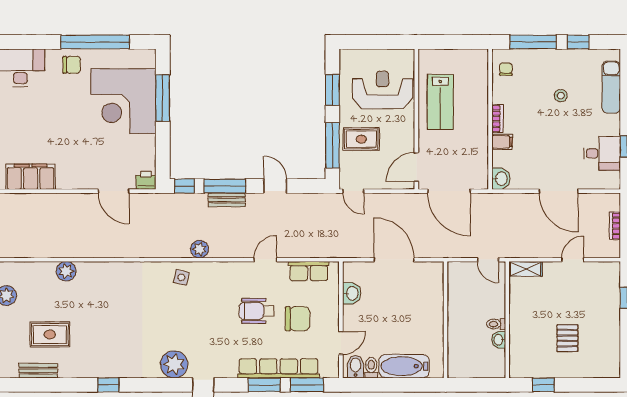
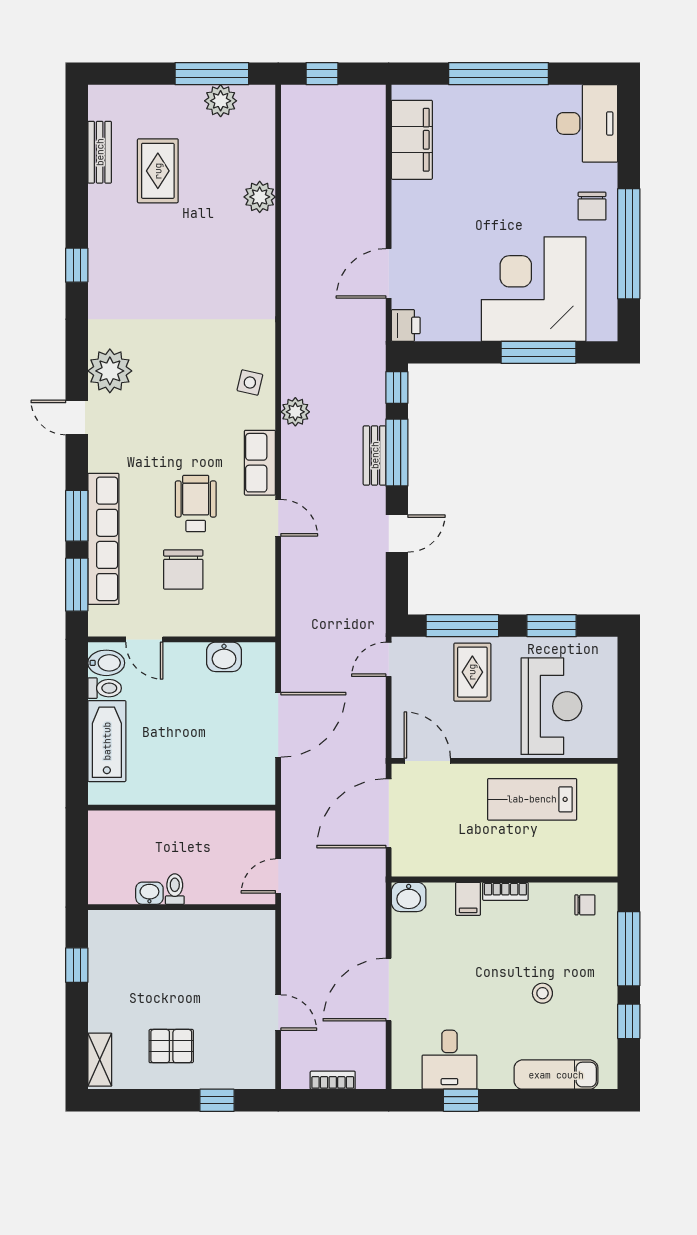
shelving: (525, 269) -> (100, 1060), moved
row of seats: (309, 271) -> (260, 463), moved
pallet: (567, 338) -> (171, 1046), moved

